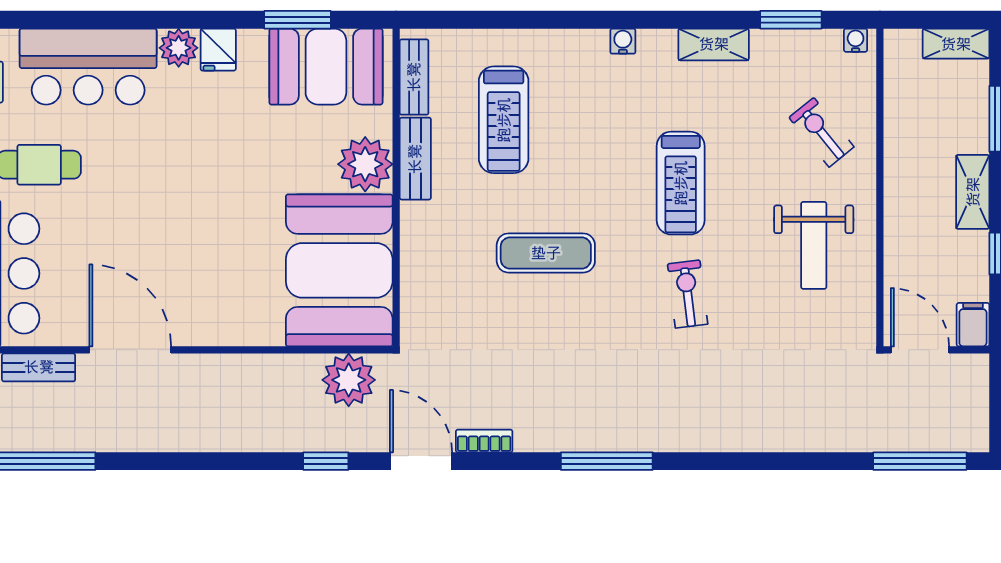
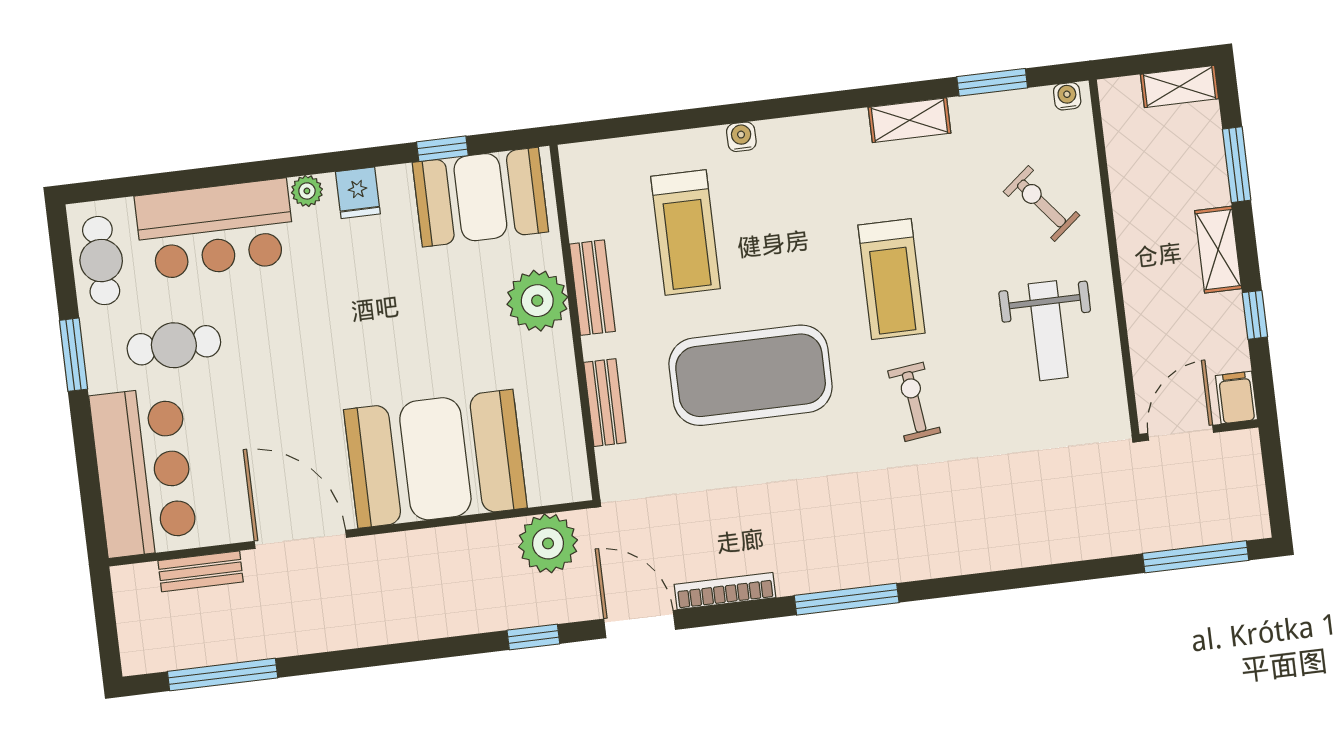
window: (298, 20) -> (442, 149), width x0.67
water cooler: (623, 41) -> (741, 137), moved
plant: (179, 48) -> (307, 191), width x0.73, depth x0.73
bench: (414, 77) -> (605, 403), moved
exercise mat: (546, 253) -> (751, 375), width x2.00, depth x1.45
booth: (339, 270) -> (435, 459), moved, turned 90
door: (920, 350) -> (1181, 433), hinge flipped
bookcase: (484, 441) -> (725, 591), width x1.56

